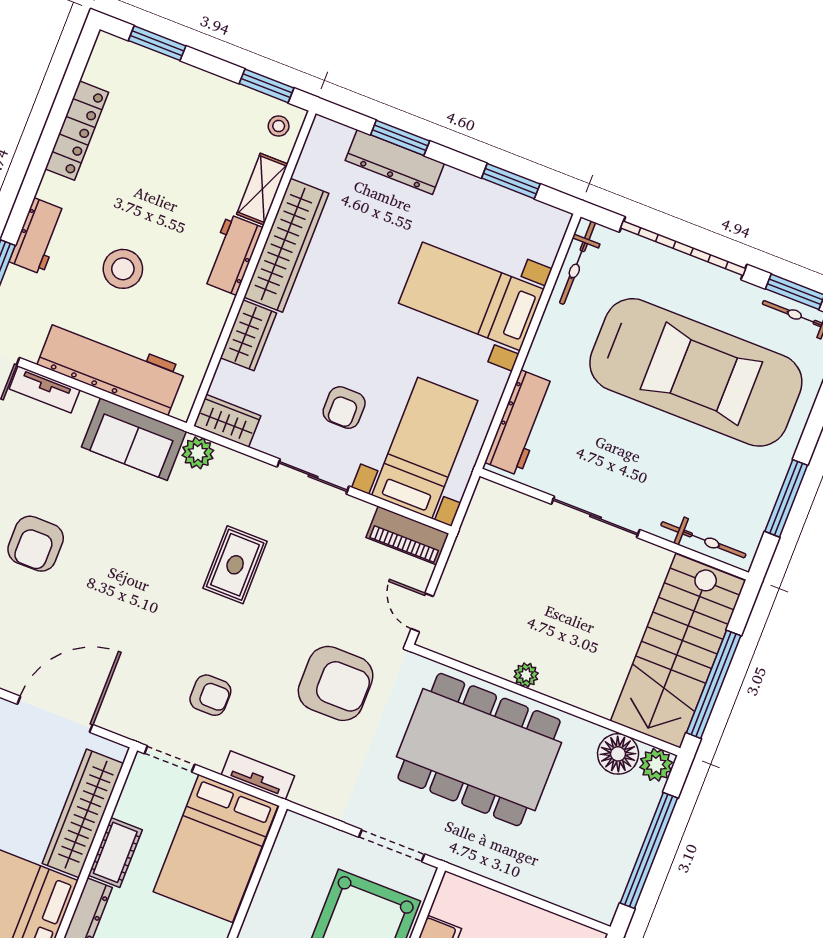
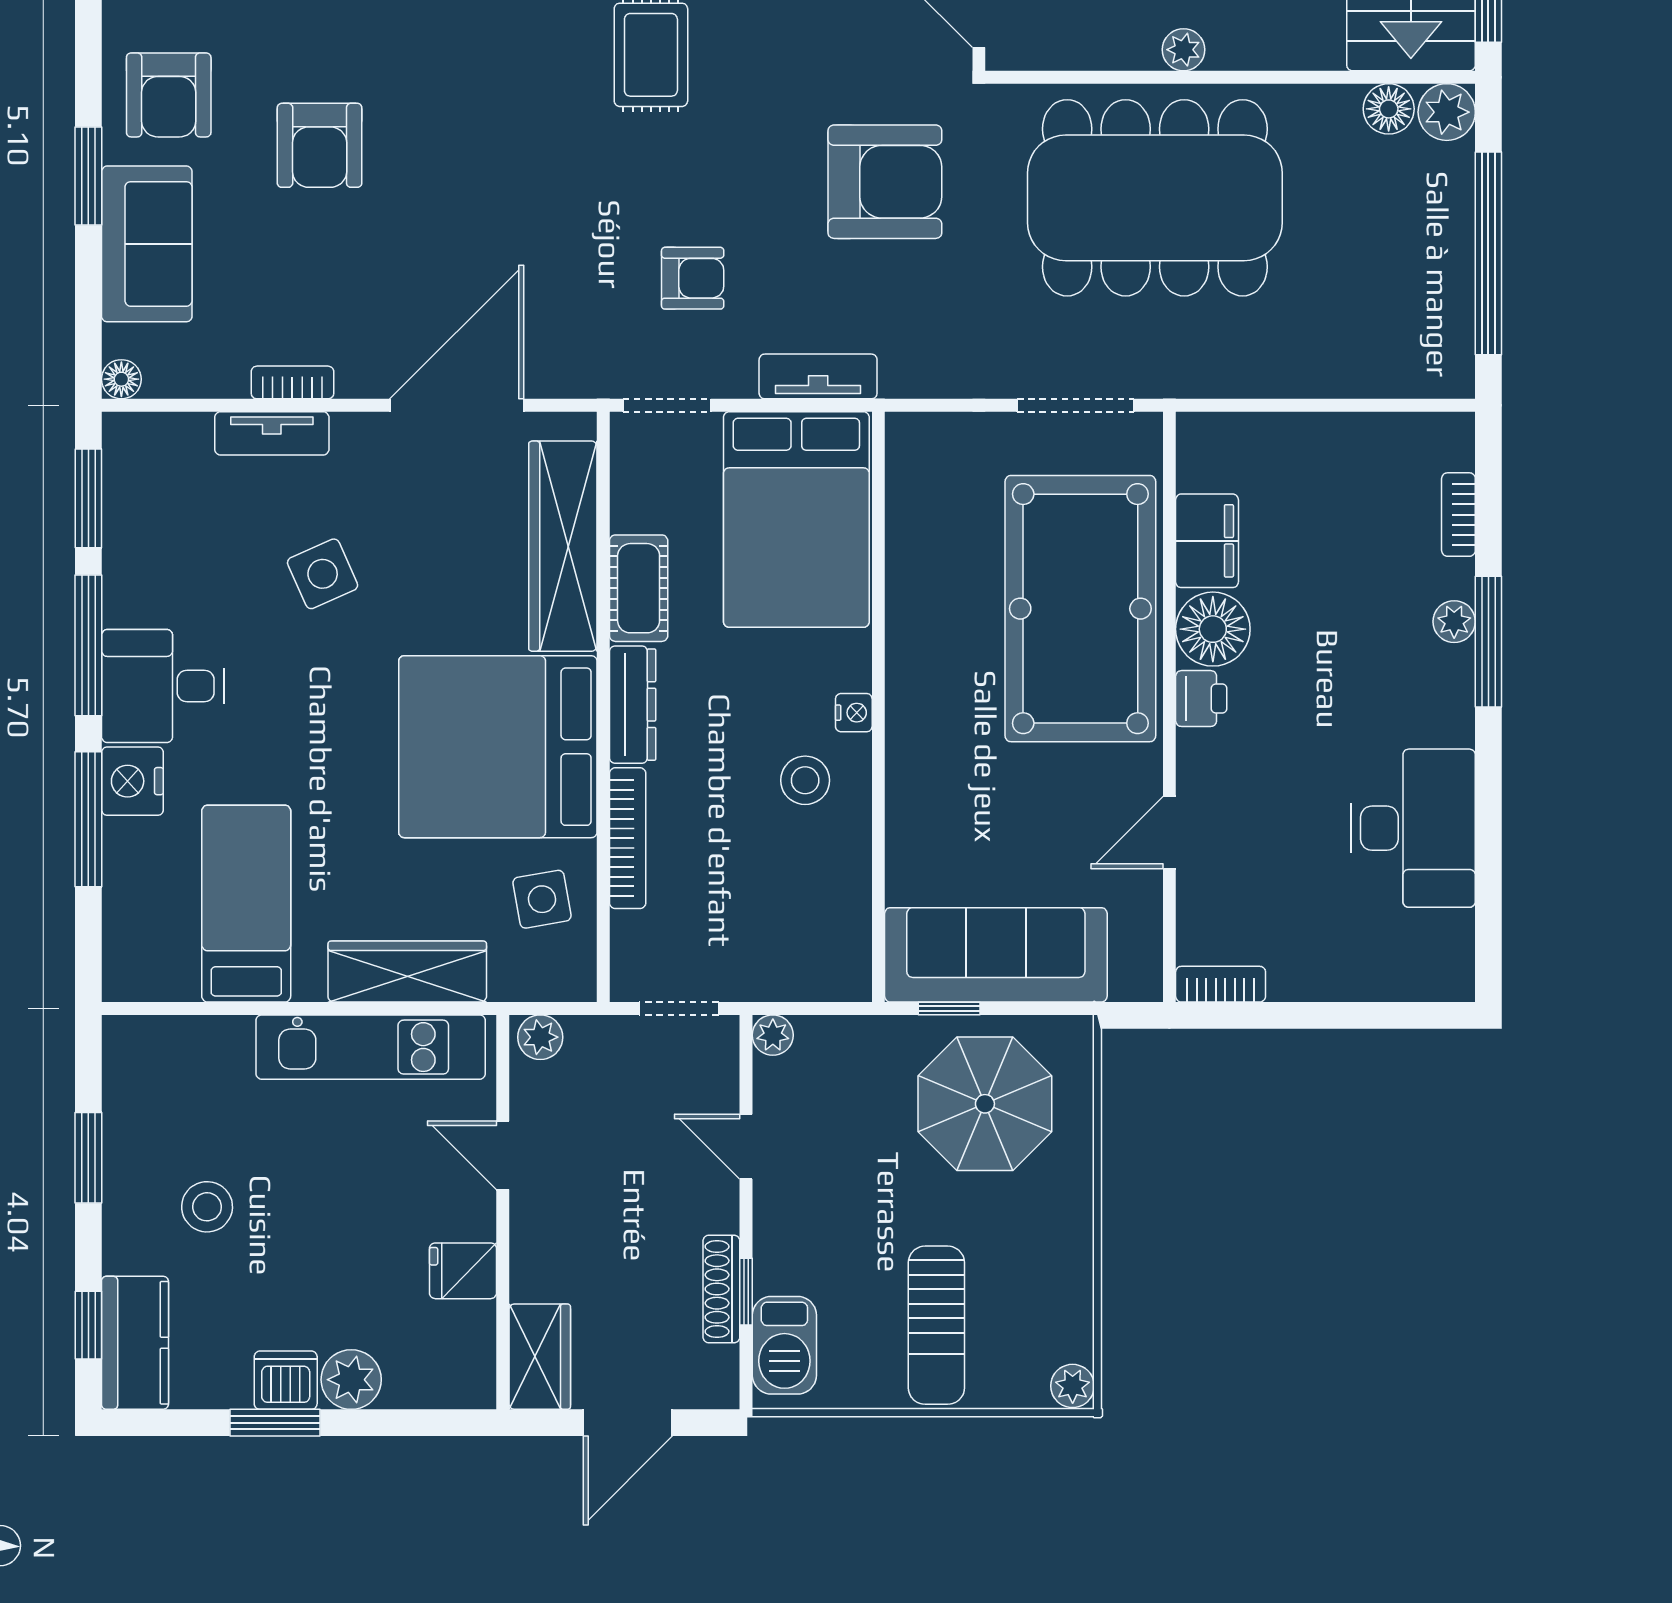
floor lamp: (618, 754) -> (1389, 109), width x0.73, depth x0.73

